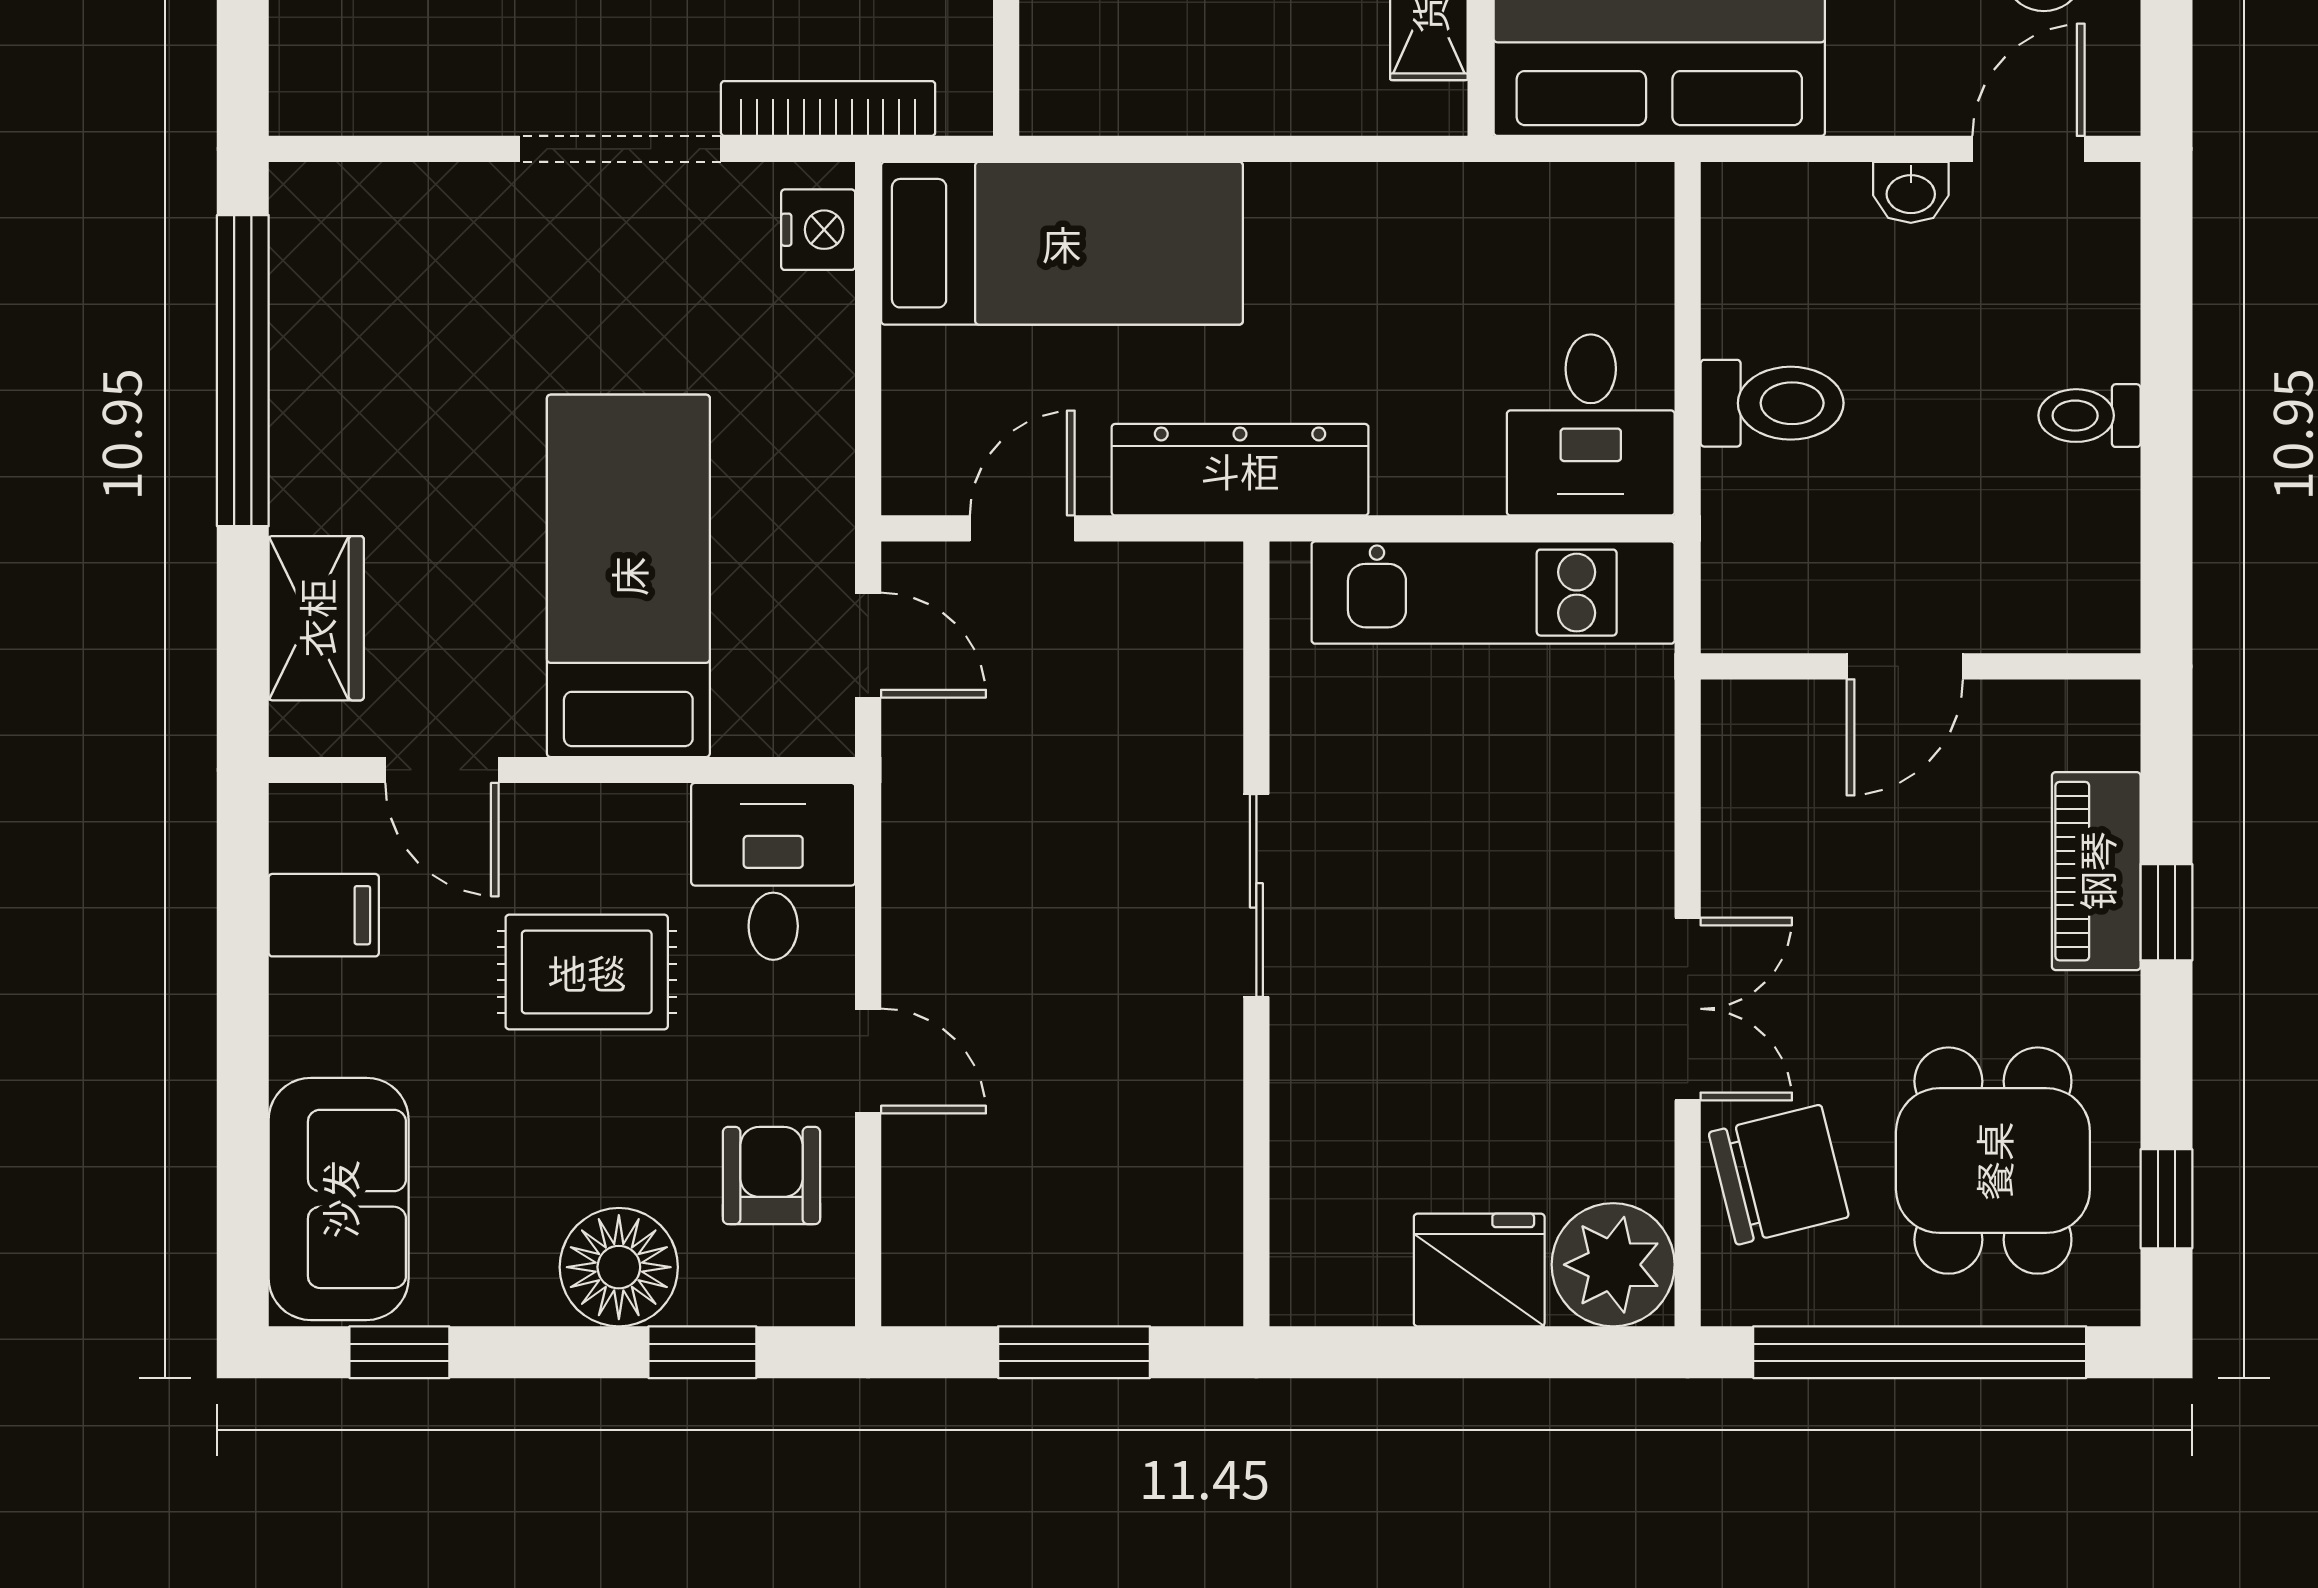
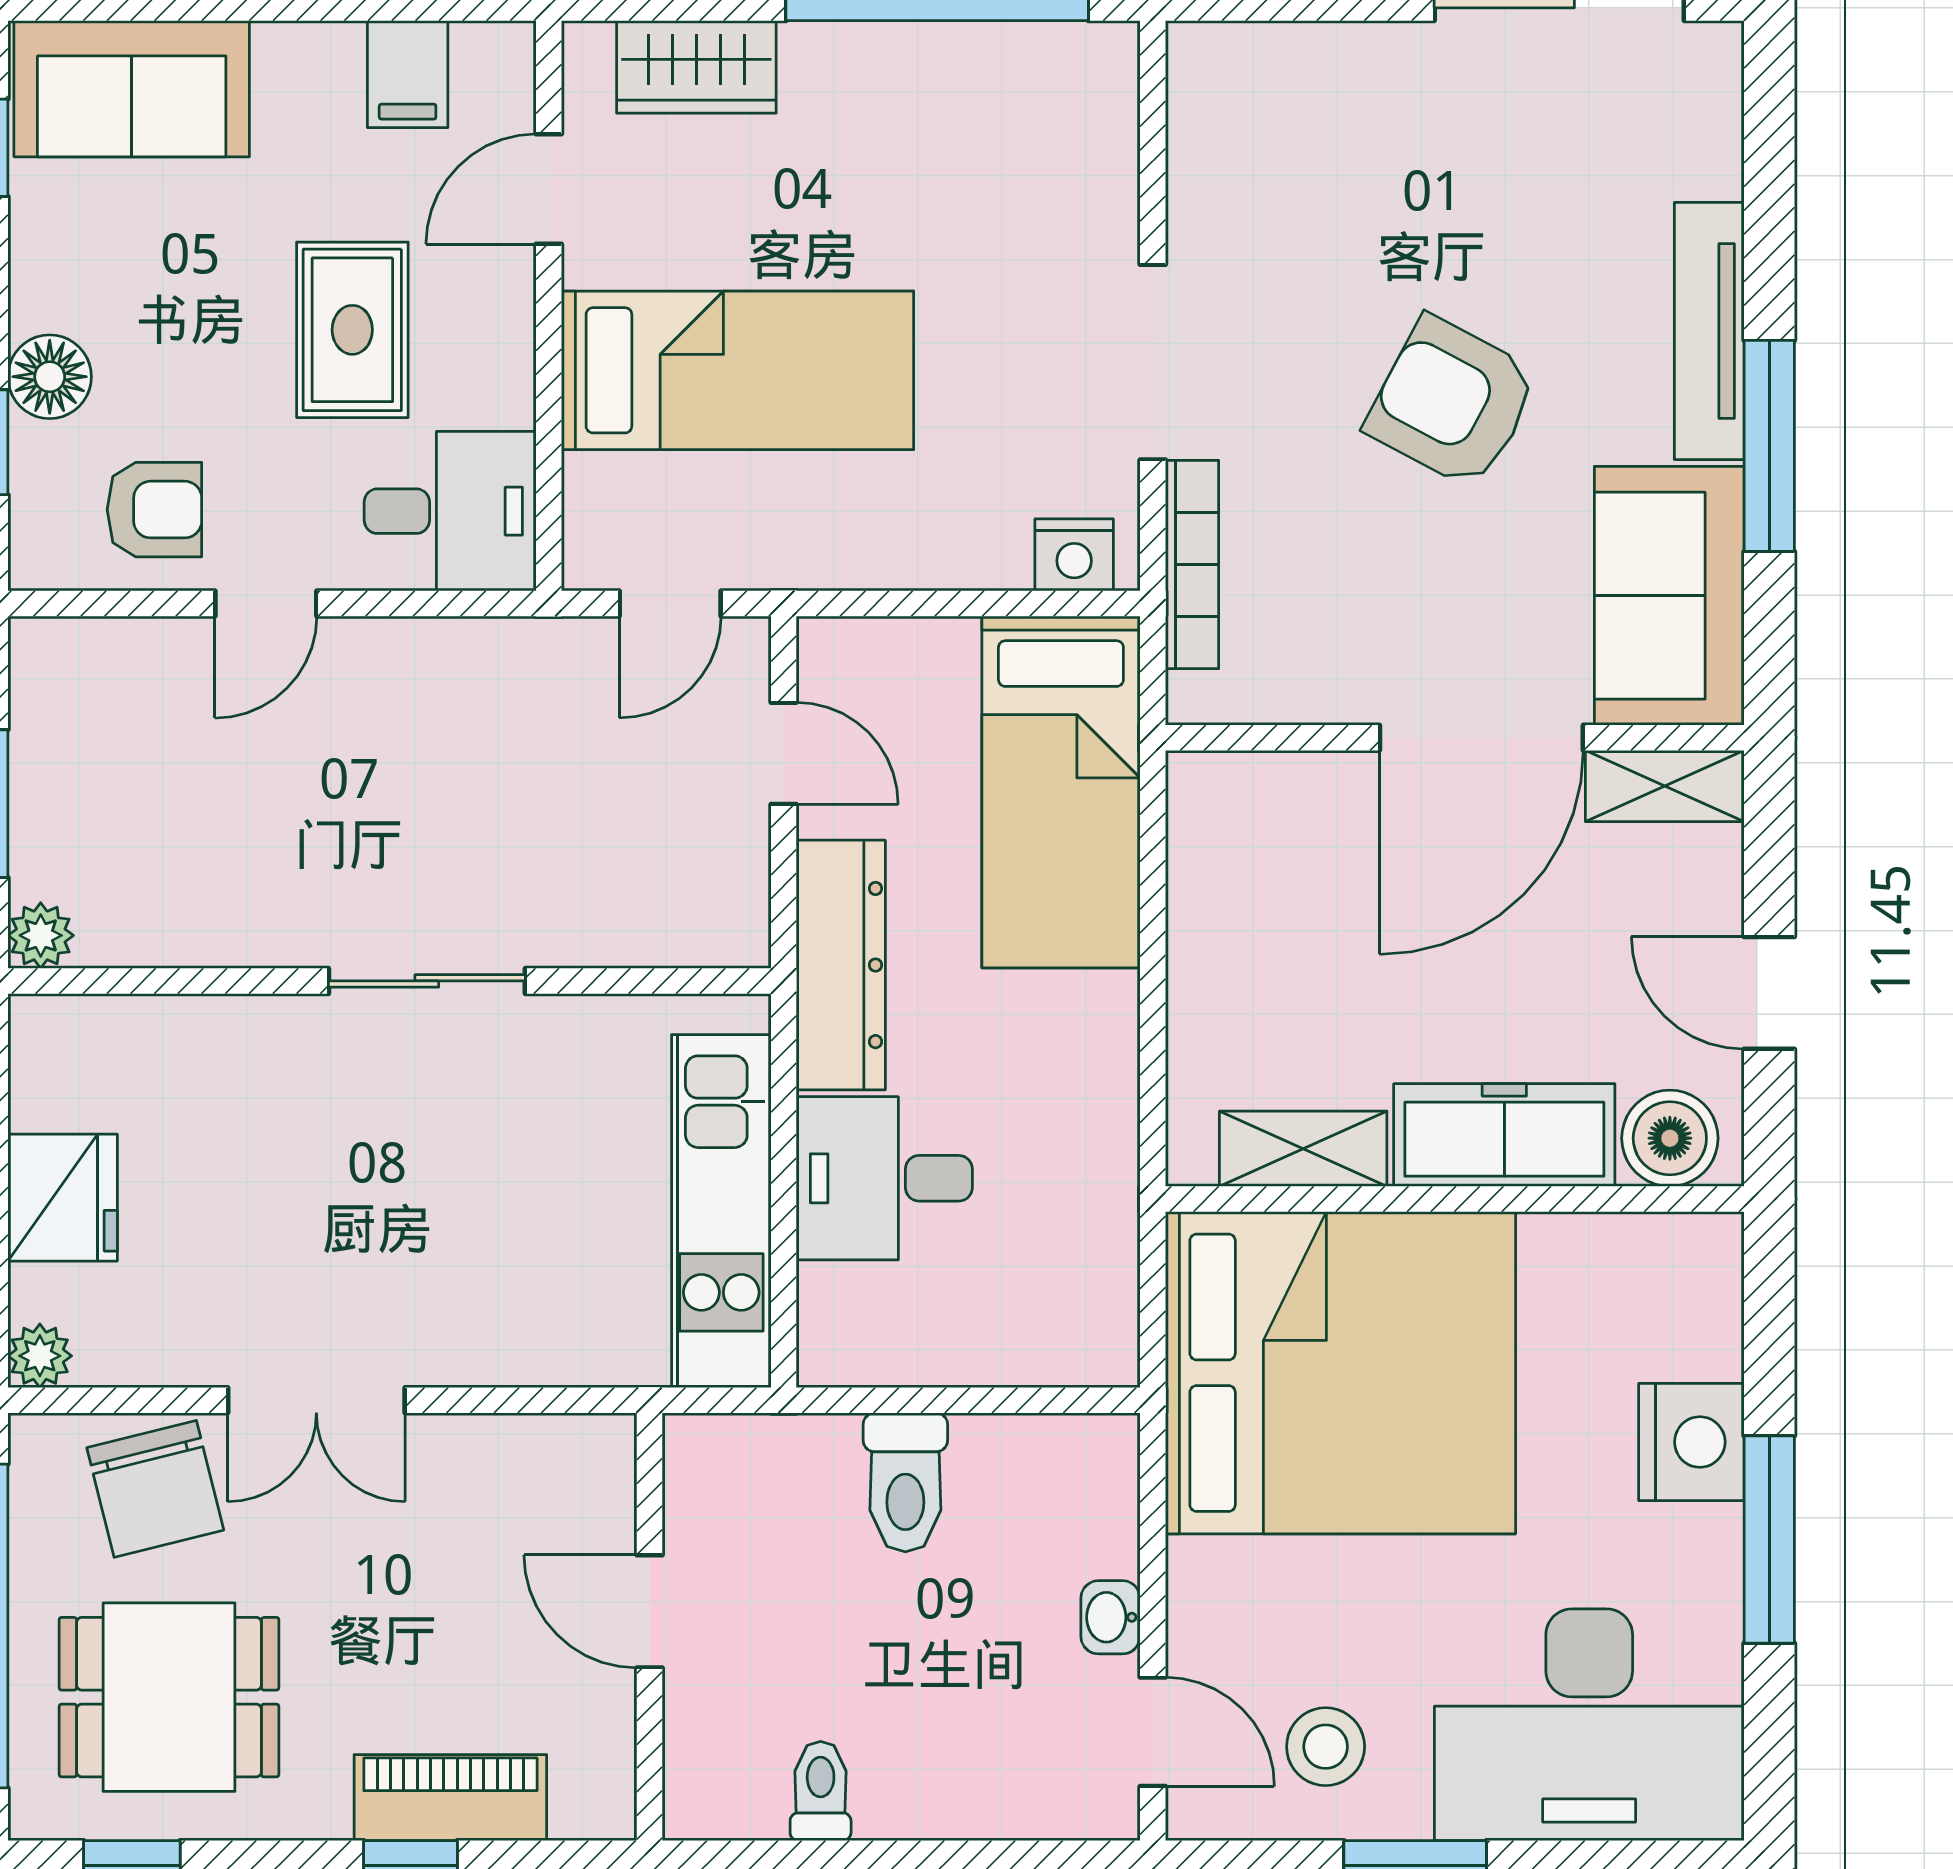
toilet: (2089, 416) -> (821, 1791), moved
desk: (1591, 425) -> (884, 1178), moved
plant: (1613, 1265) -> (40, 1356), width x0.53, depth x0.53
floor lamp: (619, 1267) -> (50, 377), width x0.73, depth x0.73
plant: (1210, 1293) -> (41, 935), added

